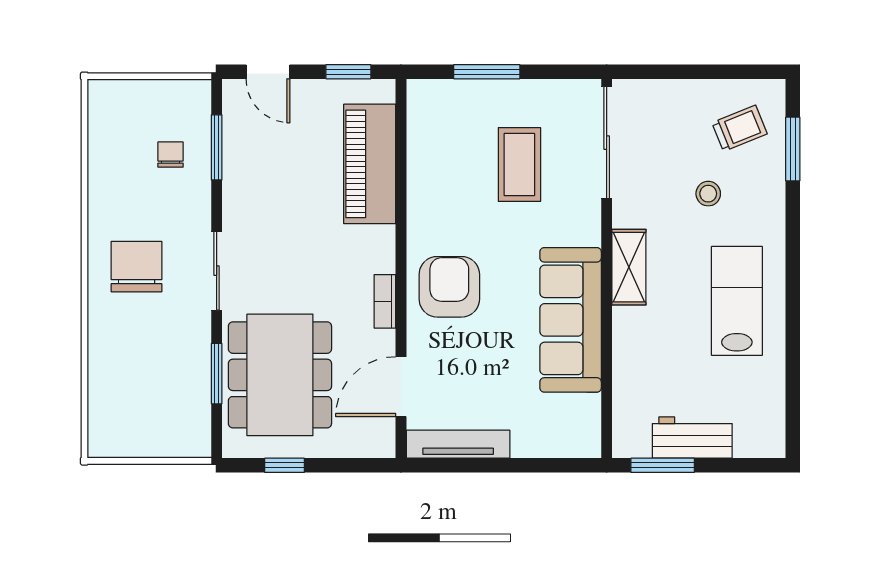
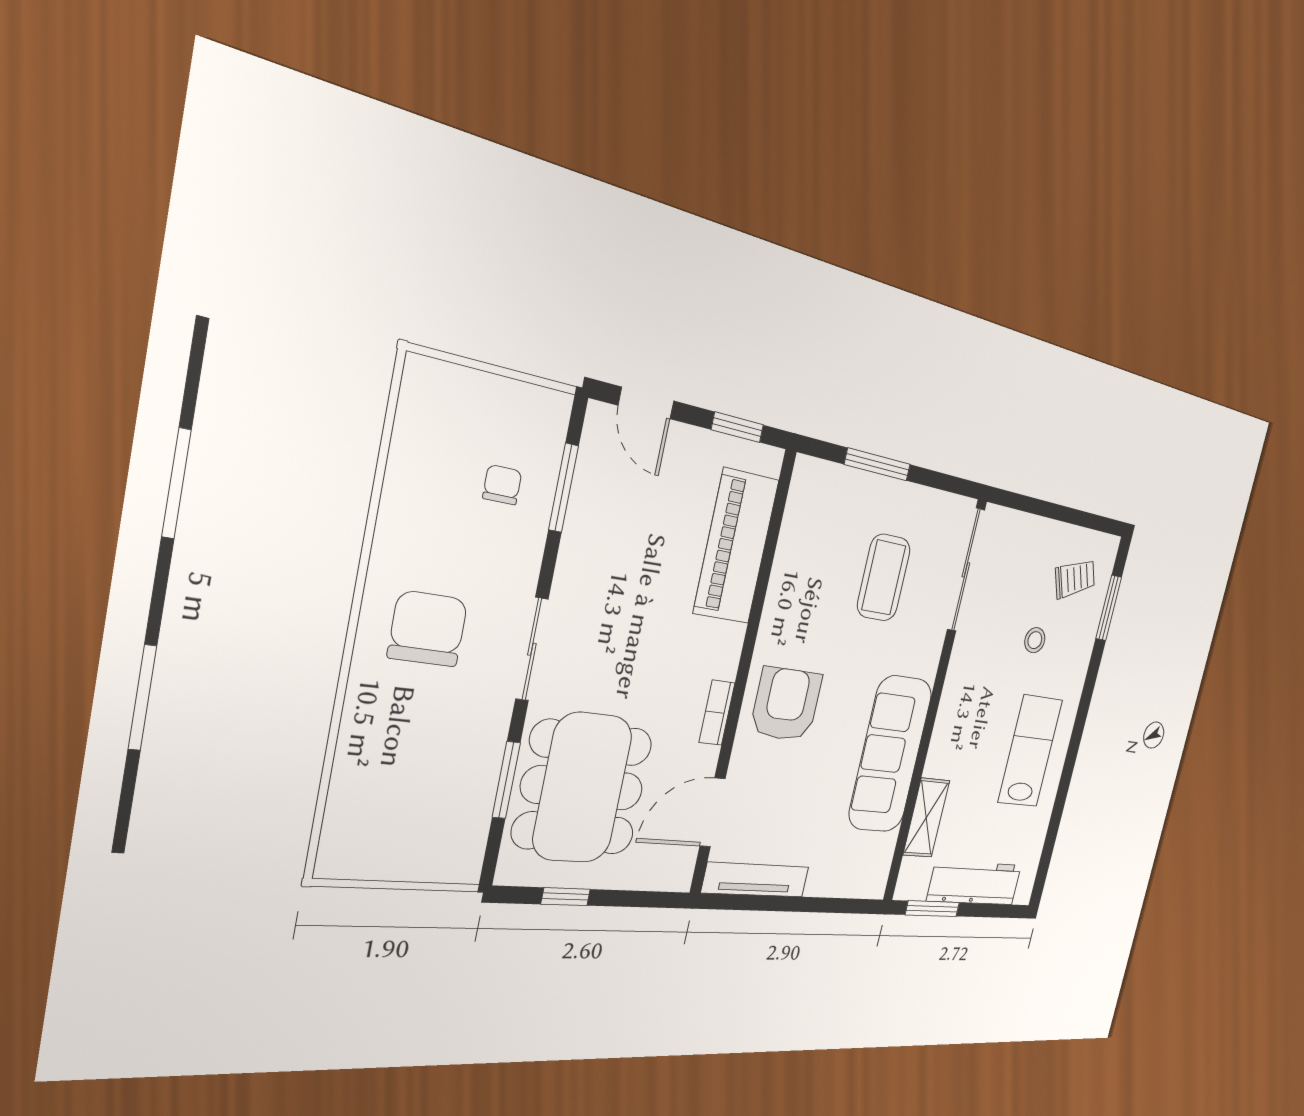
shelving: (629, 267) -> (926, 818), moved
workbench: (692, 438) -> (975, 883), width x1.38

